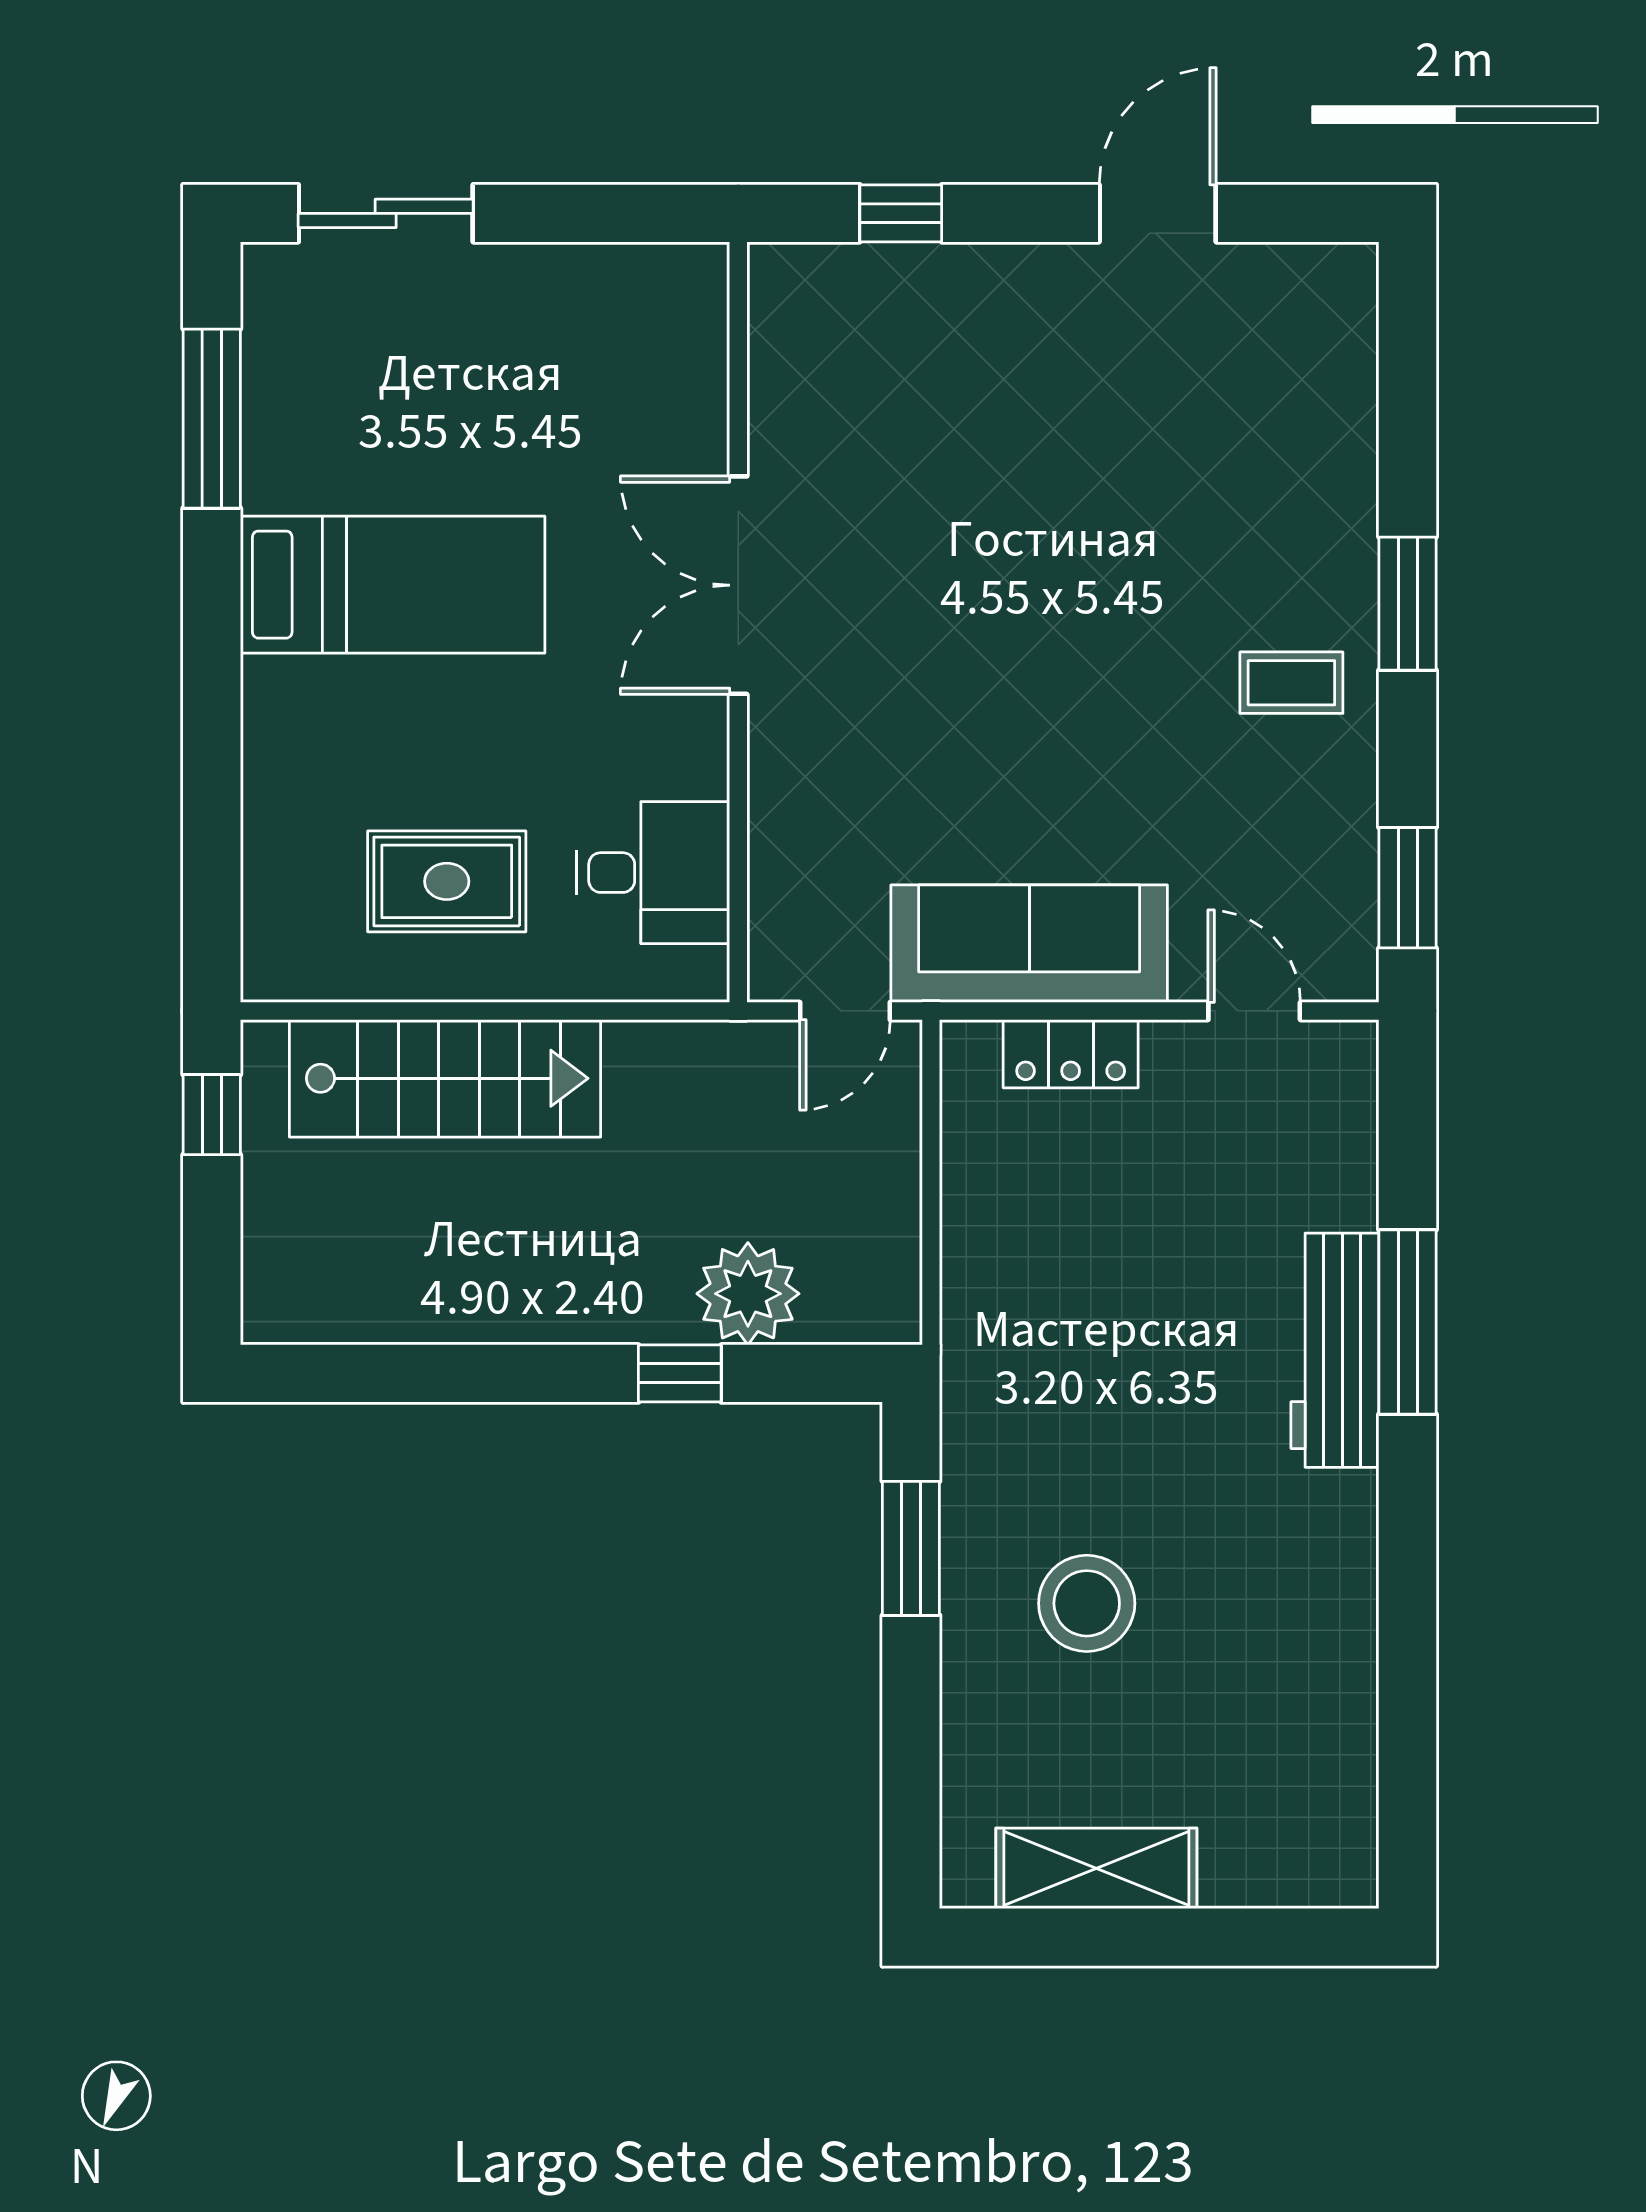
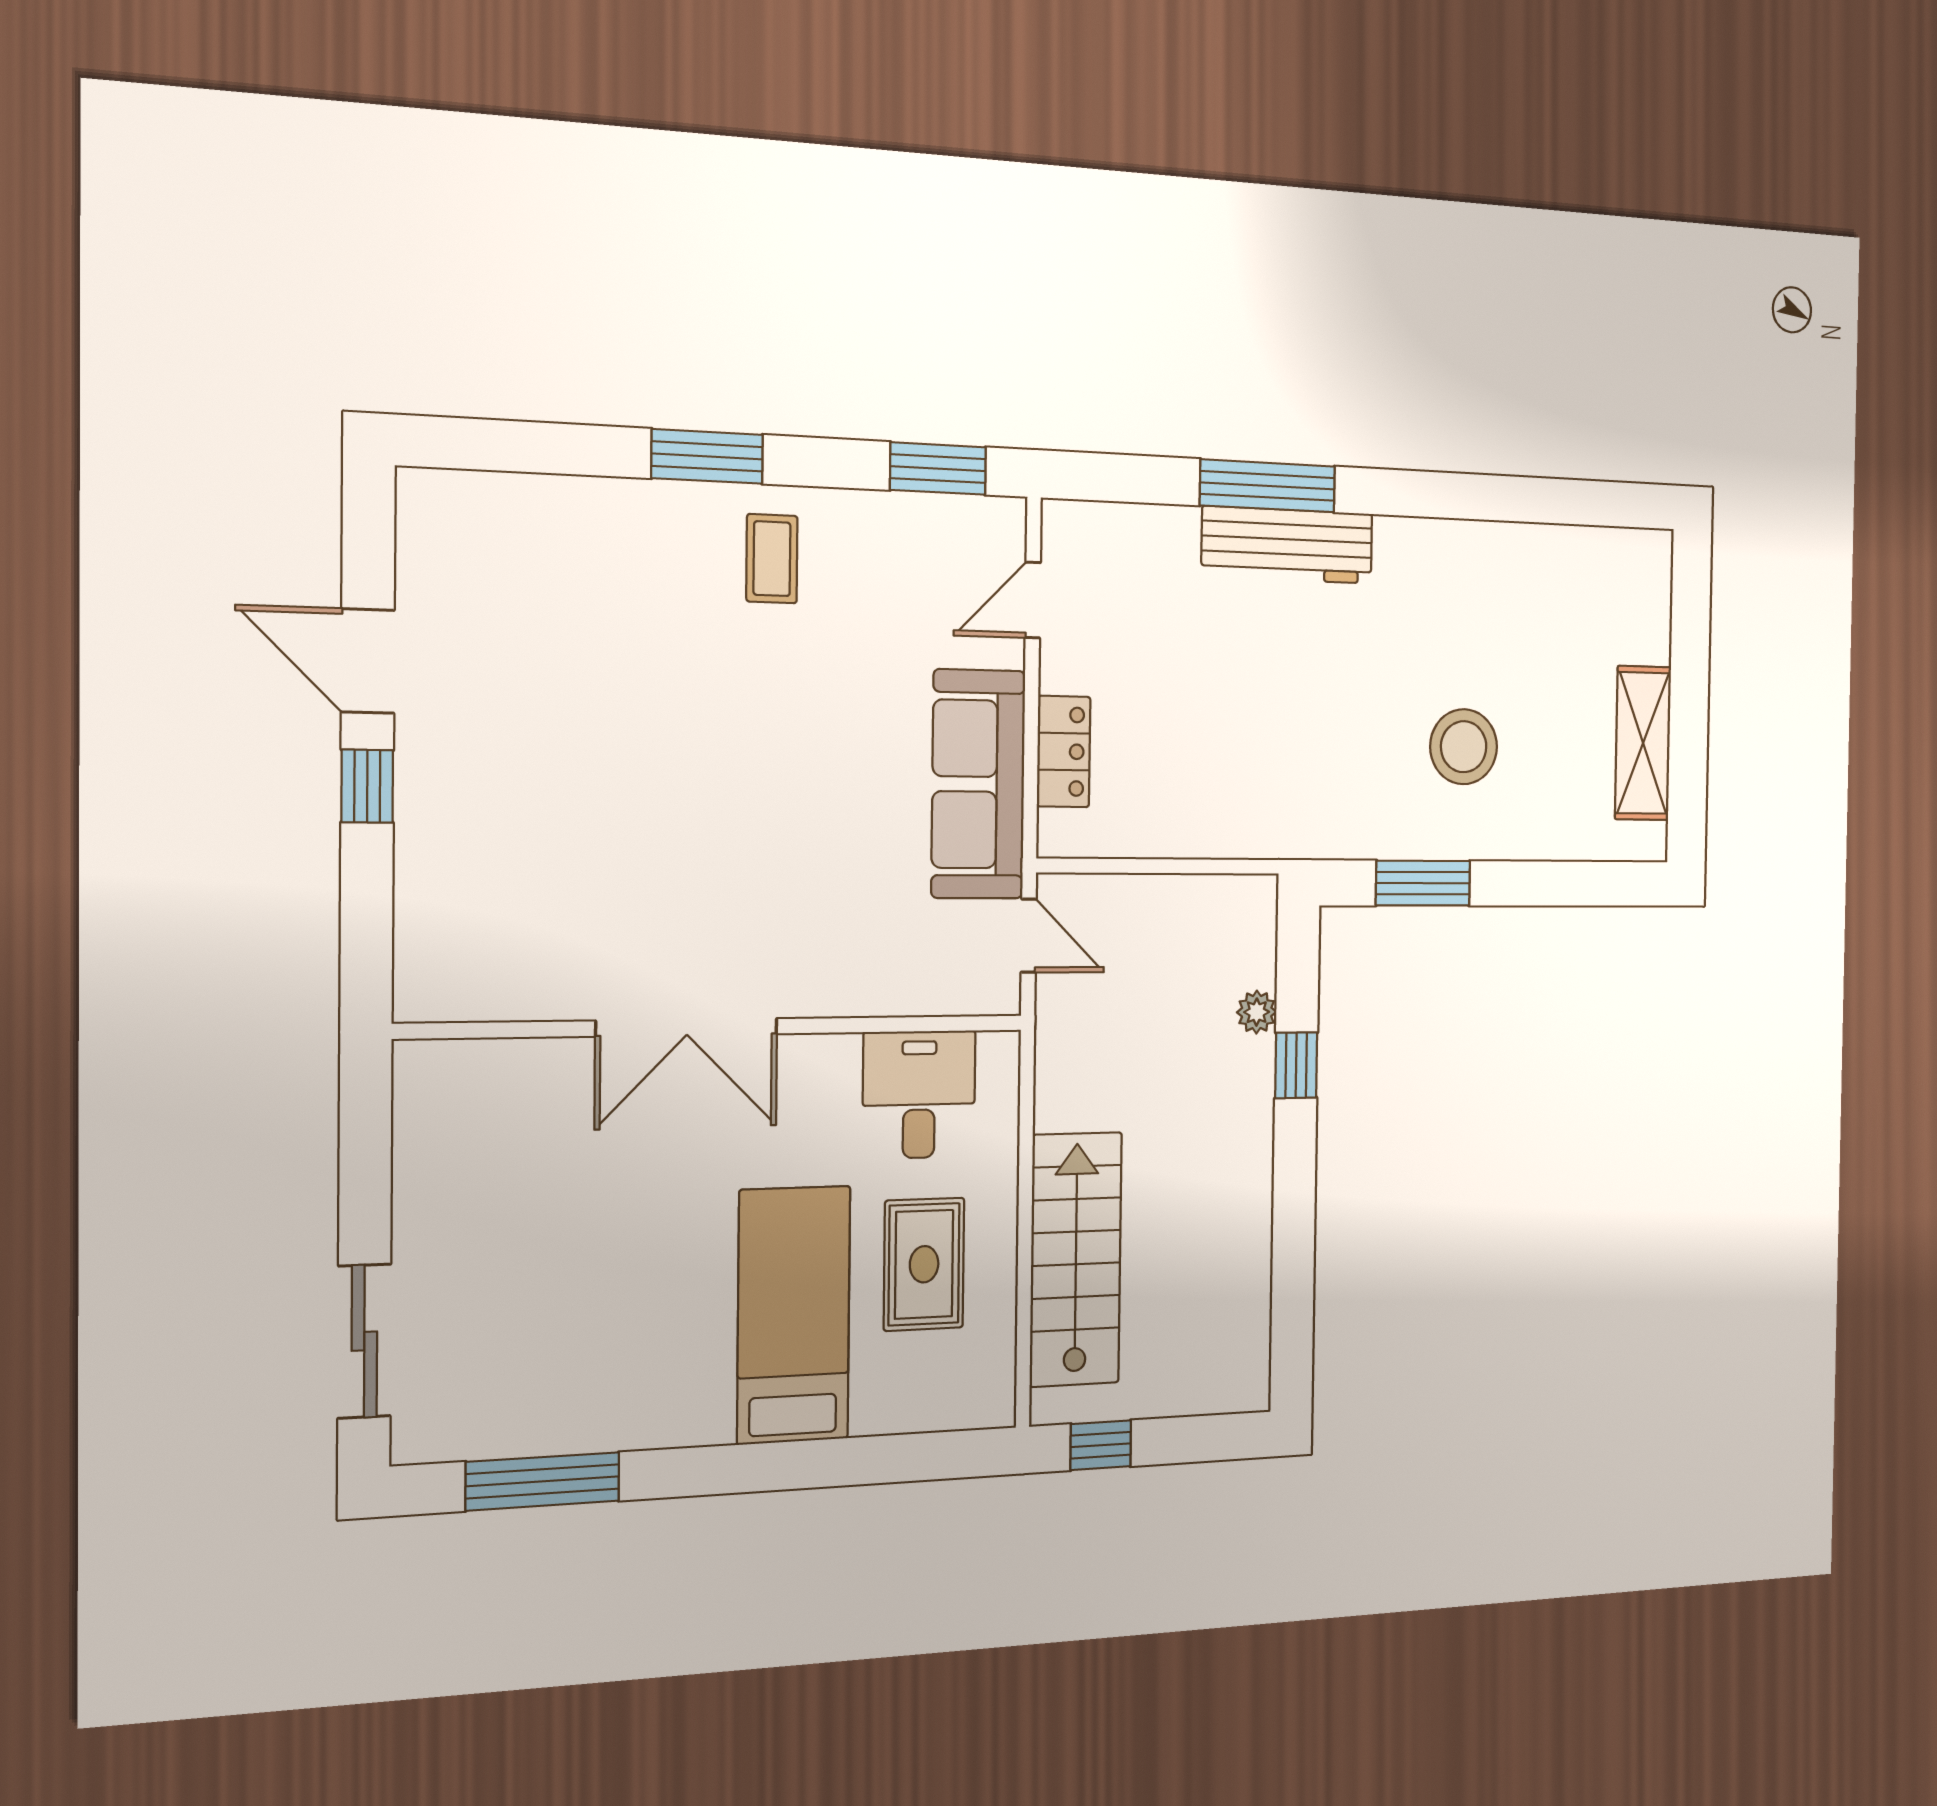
window: (901, 213) -> (367, 786), moved
bed: (393, 585) -> (794, 1315), moved
plant: (748, 1294) -> (1257, 1012), width x0.53, depth x0.53

